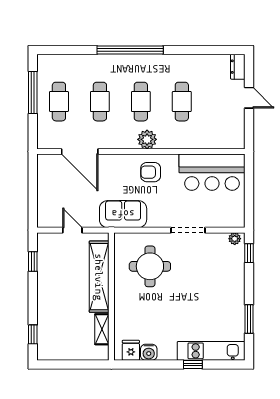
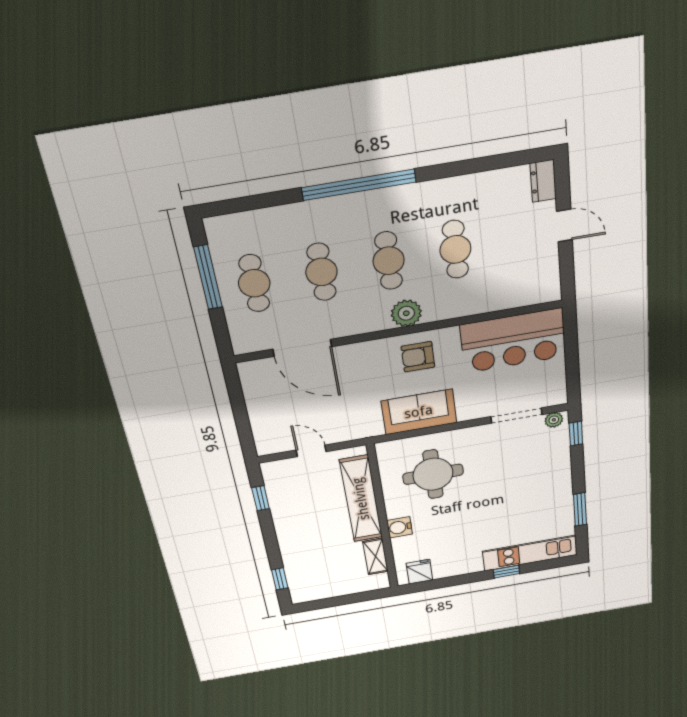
sofa: (123, 214) -> (419, 412), moved
doorway: (188, 230) -> (516, 416), moved
water cooler: (149, 352) -> (400, 527), moved, turned 90

